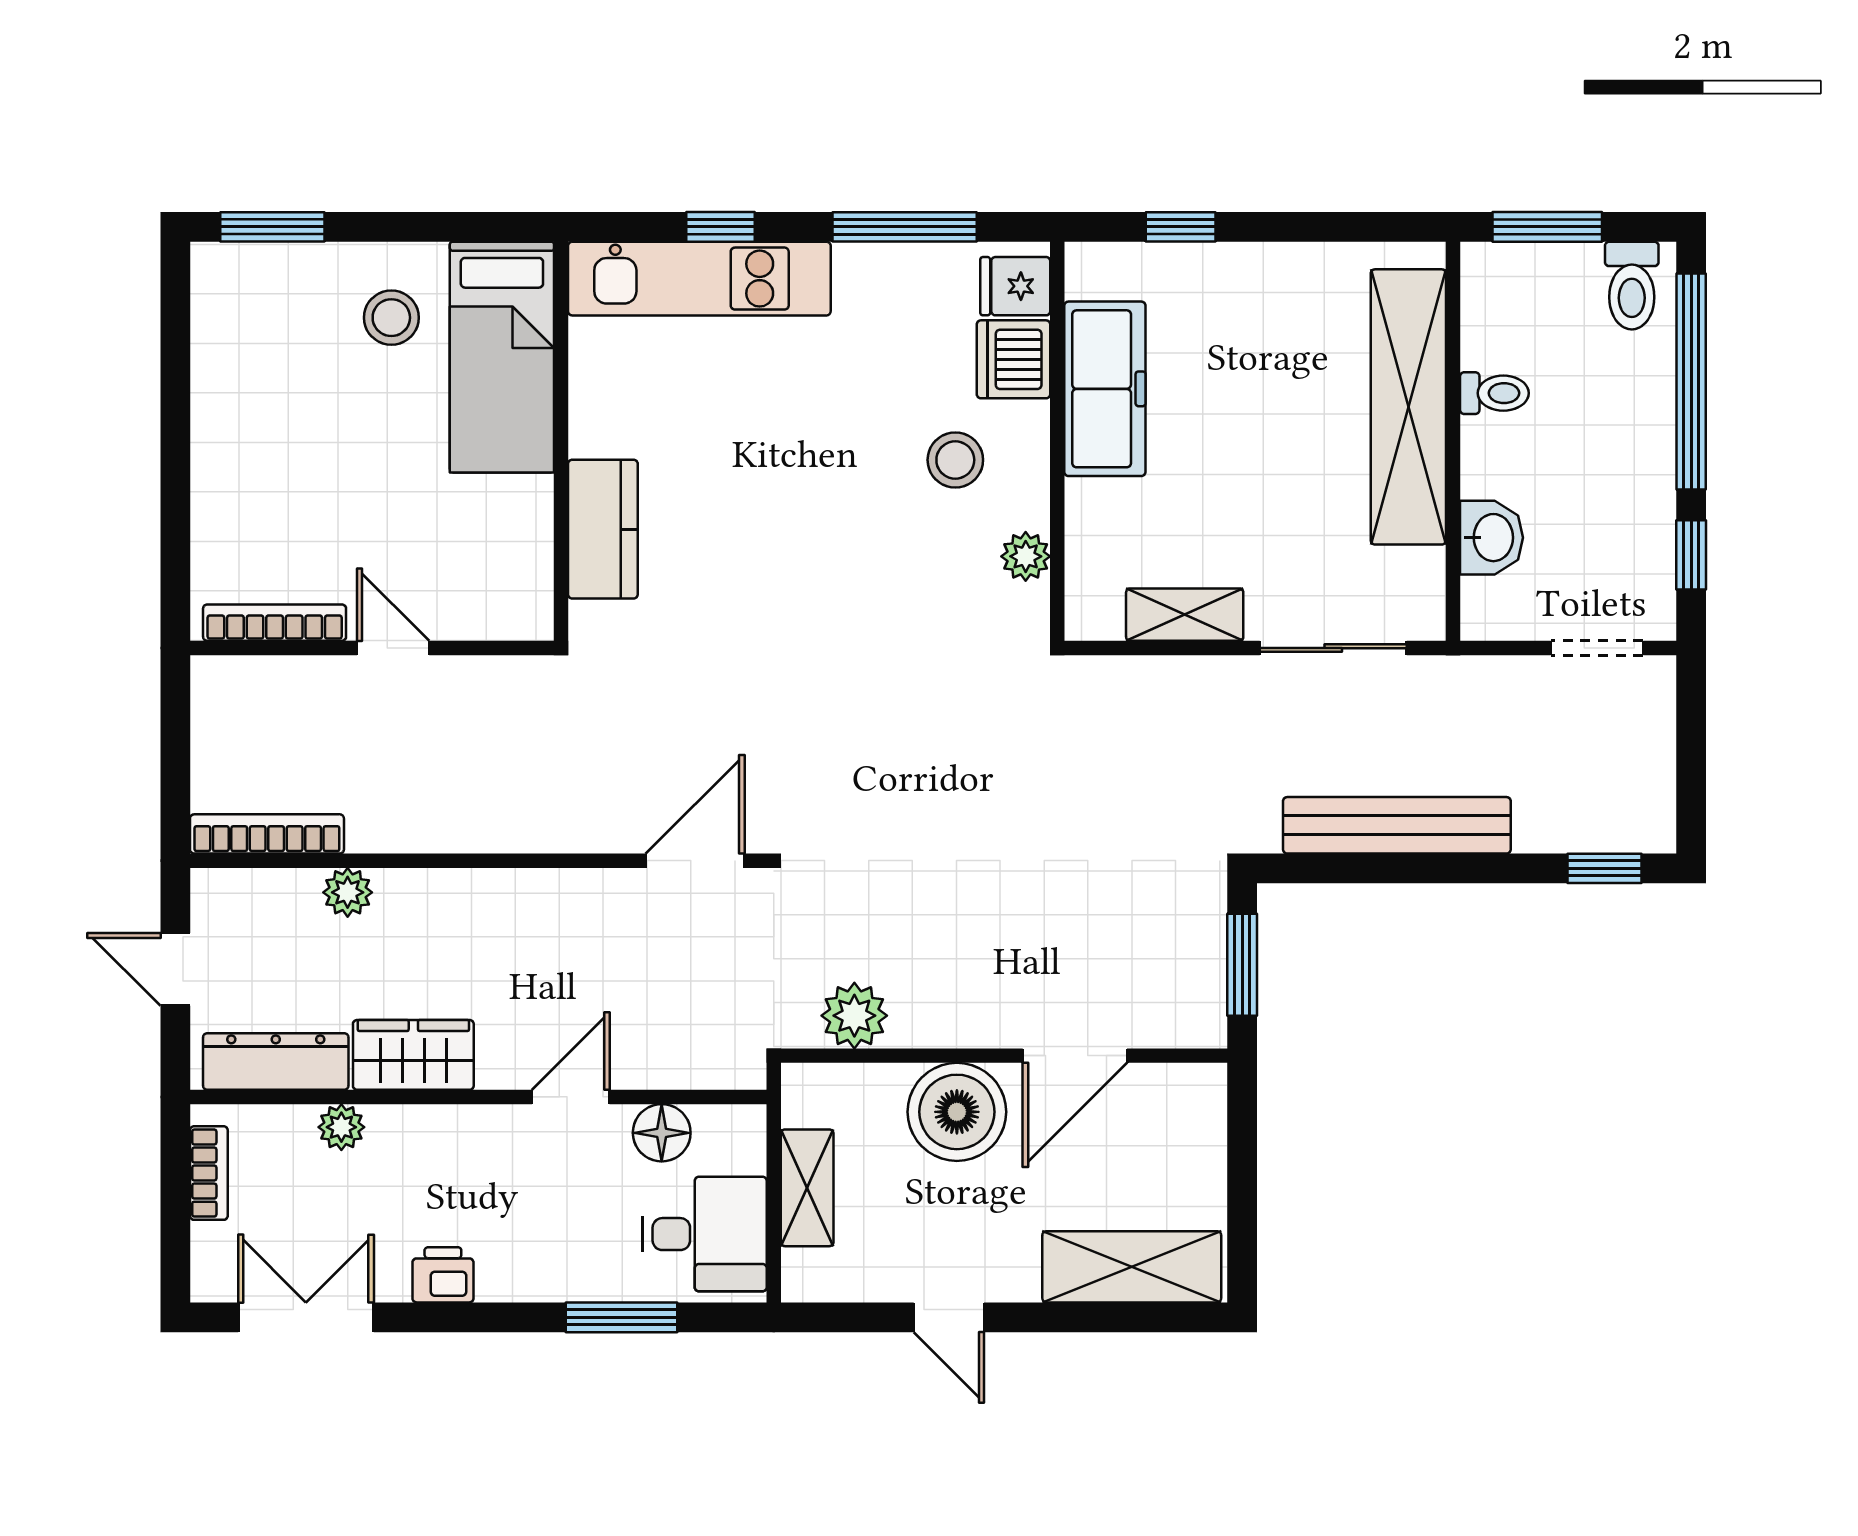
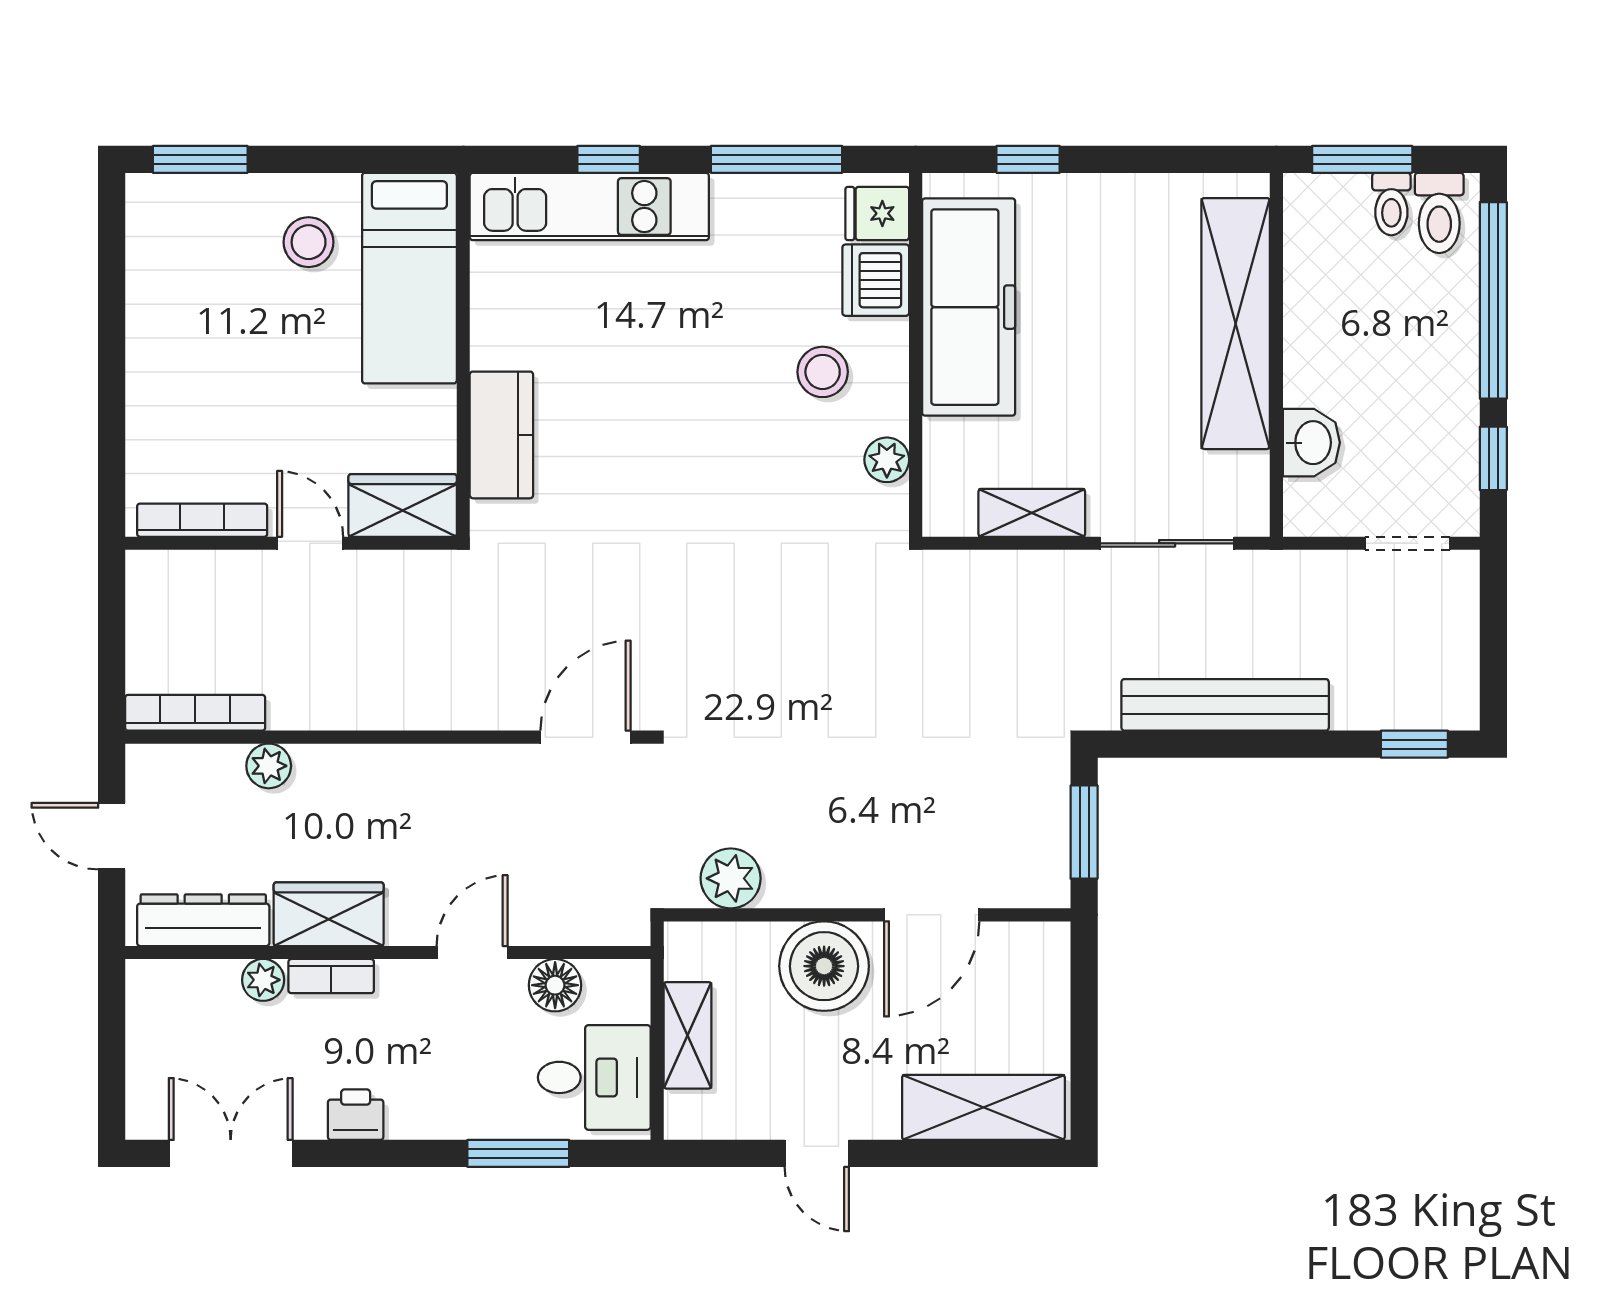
freezer: (1105, 389) -> (969, 307), width x1.36, depth x1.26
toilet: (1494, 393) -> (1391, 204), moved, turned 90
wardrobe: (495, 606) -> (403, 505), added
bookcase: (209, 1173) -> (331, 976), moved, turned 90

